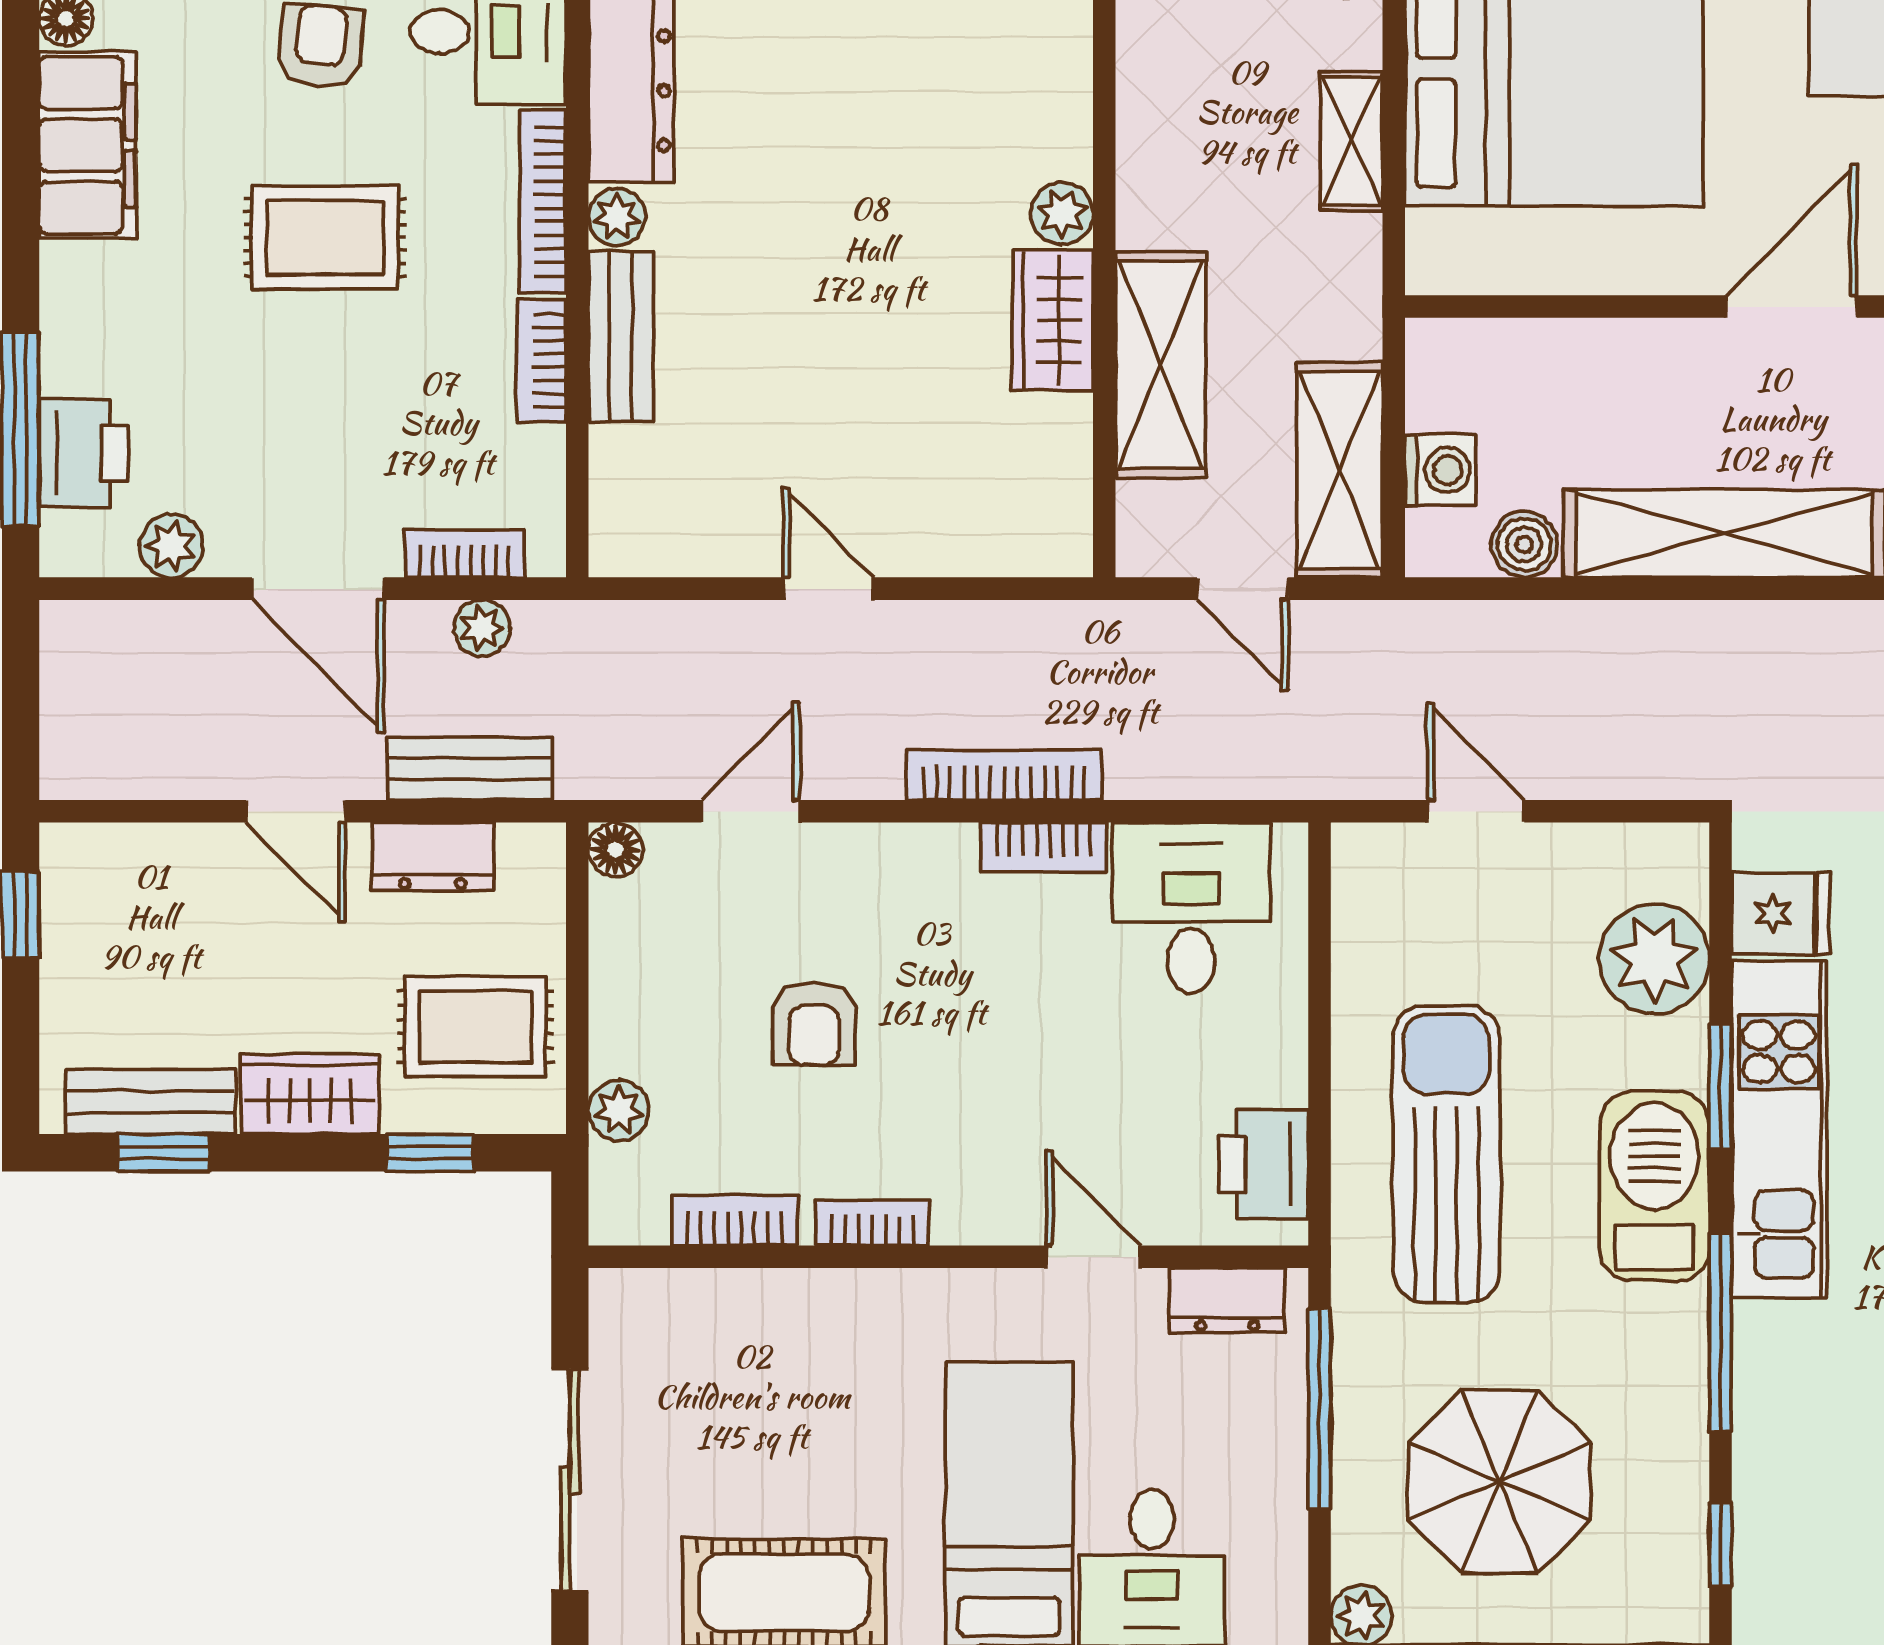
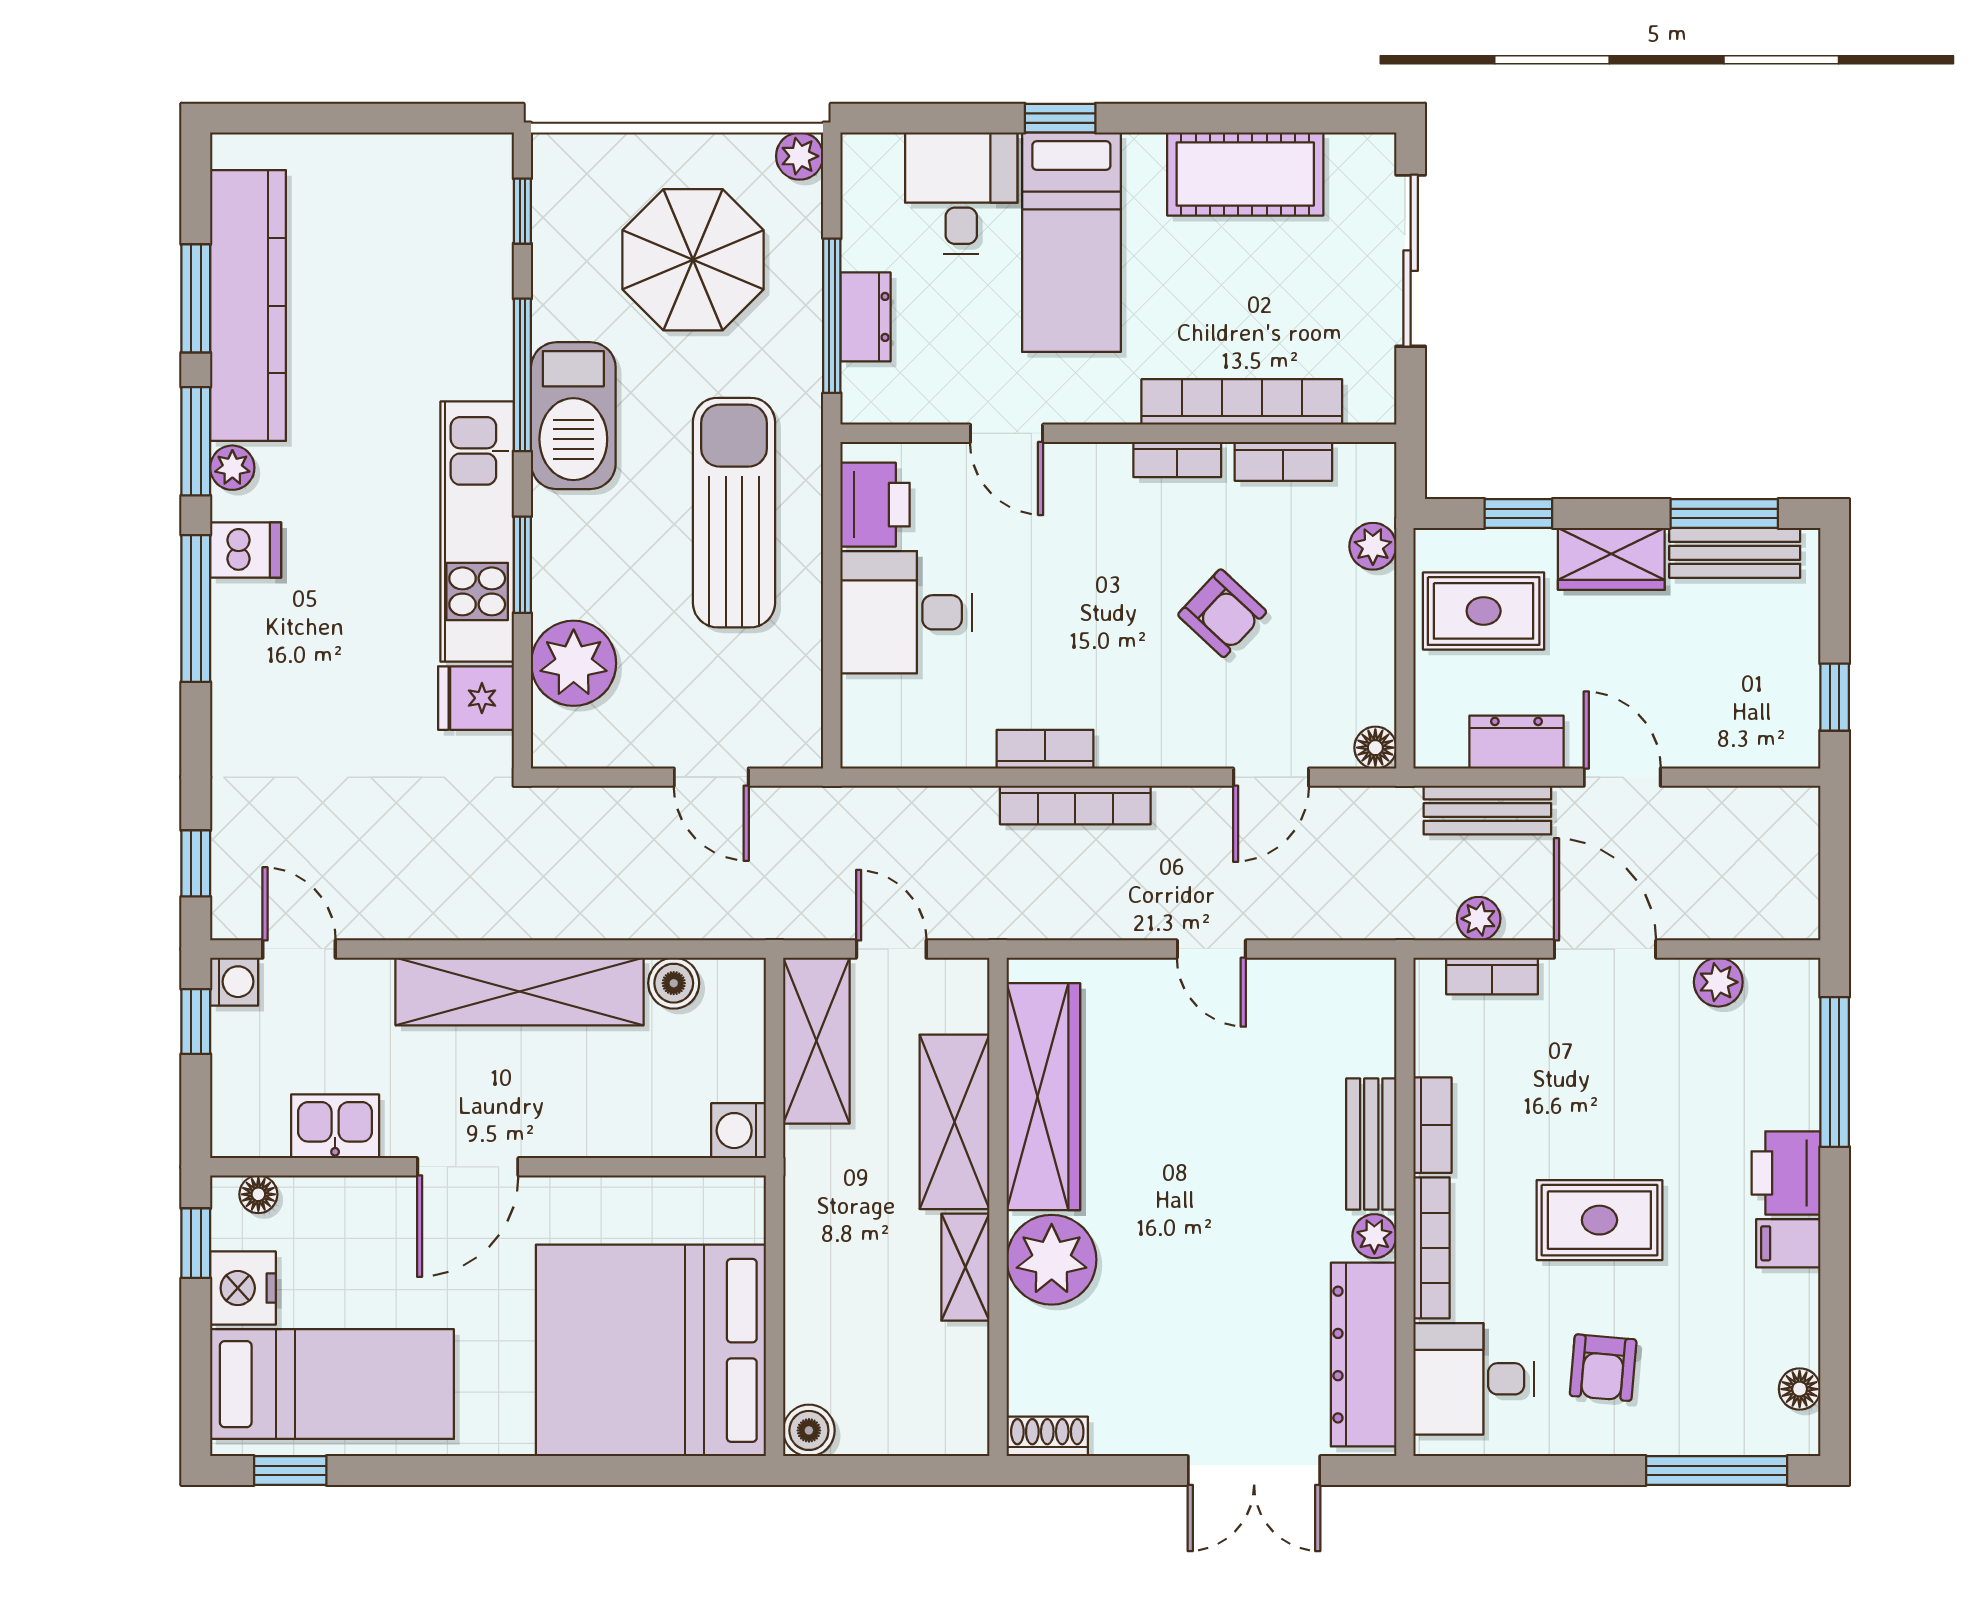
shelving: (1352, 141) -> (965, 1267), moved
filing cabinet: (88, 145) -> (1788, 1243), width x0.33, depth x0.86
plant: (1062, 213) -> (1052, 1260), width x1.88, depth x1.88
wardrobe: (1053, 320) -> (1043, 1097), width x2.10, depth x1.17
printer: (84, 453) -> (1786, 1173), moved
washing machine: (1440, 470) -> (739, 1131), moved
desk: (1191, 908) -> (906, 612), moved, turned 90
armchair: (814, 1024) -> (1222, 613), turned 133
window: (164, 1153) -> (1724, 514), width x1.50
sun lounger: (1446, 1154) -> (734, 513), turned 180
barbecue: (1654, 1187) -> (573, 416), moved
bookcase: (789, 1297) -> (1242, 402), added
dresser: (1227, 1300) -> (865, 317), moved, turned 90

